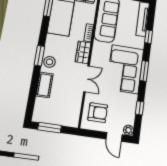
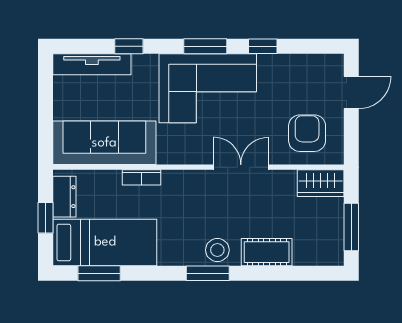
wardrobe: (83, 52) -> (321, 183), moved
window: (140, 108) -> (263, 46), moved
plant: (128, 130) -> (334, 64), removed

